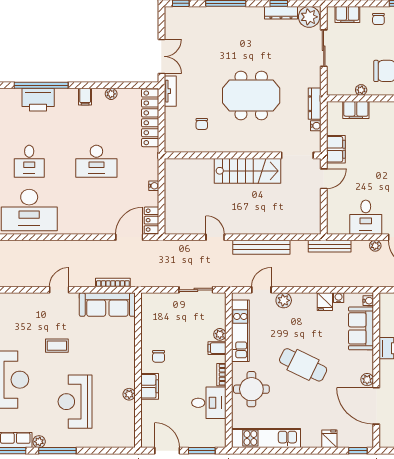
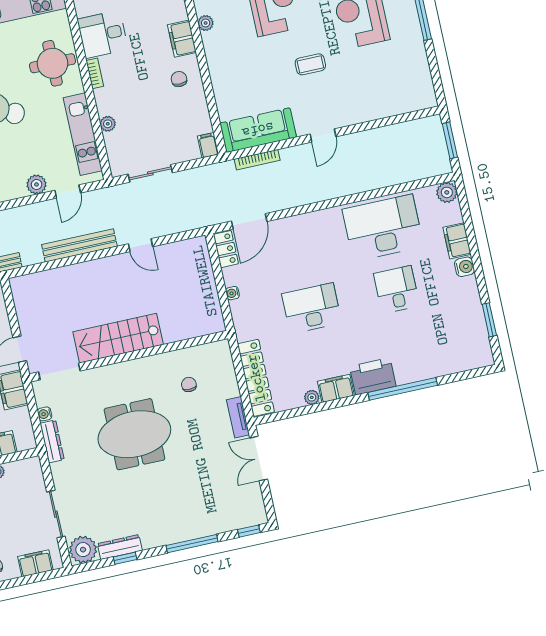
filing cabinet: (85, 97) -> (336, 388), width x2.00
printer: (38, 100) -> (373, 376), moved
filing cabinet: (217, 348) -> (208, 145), moved, turned -90

